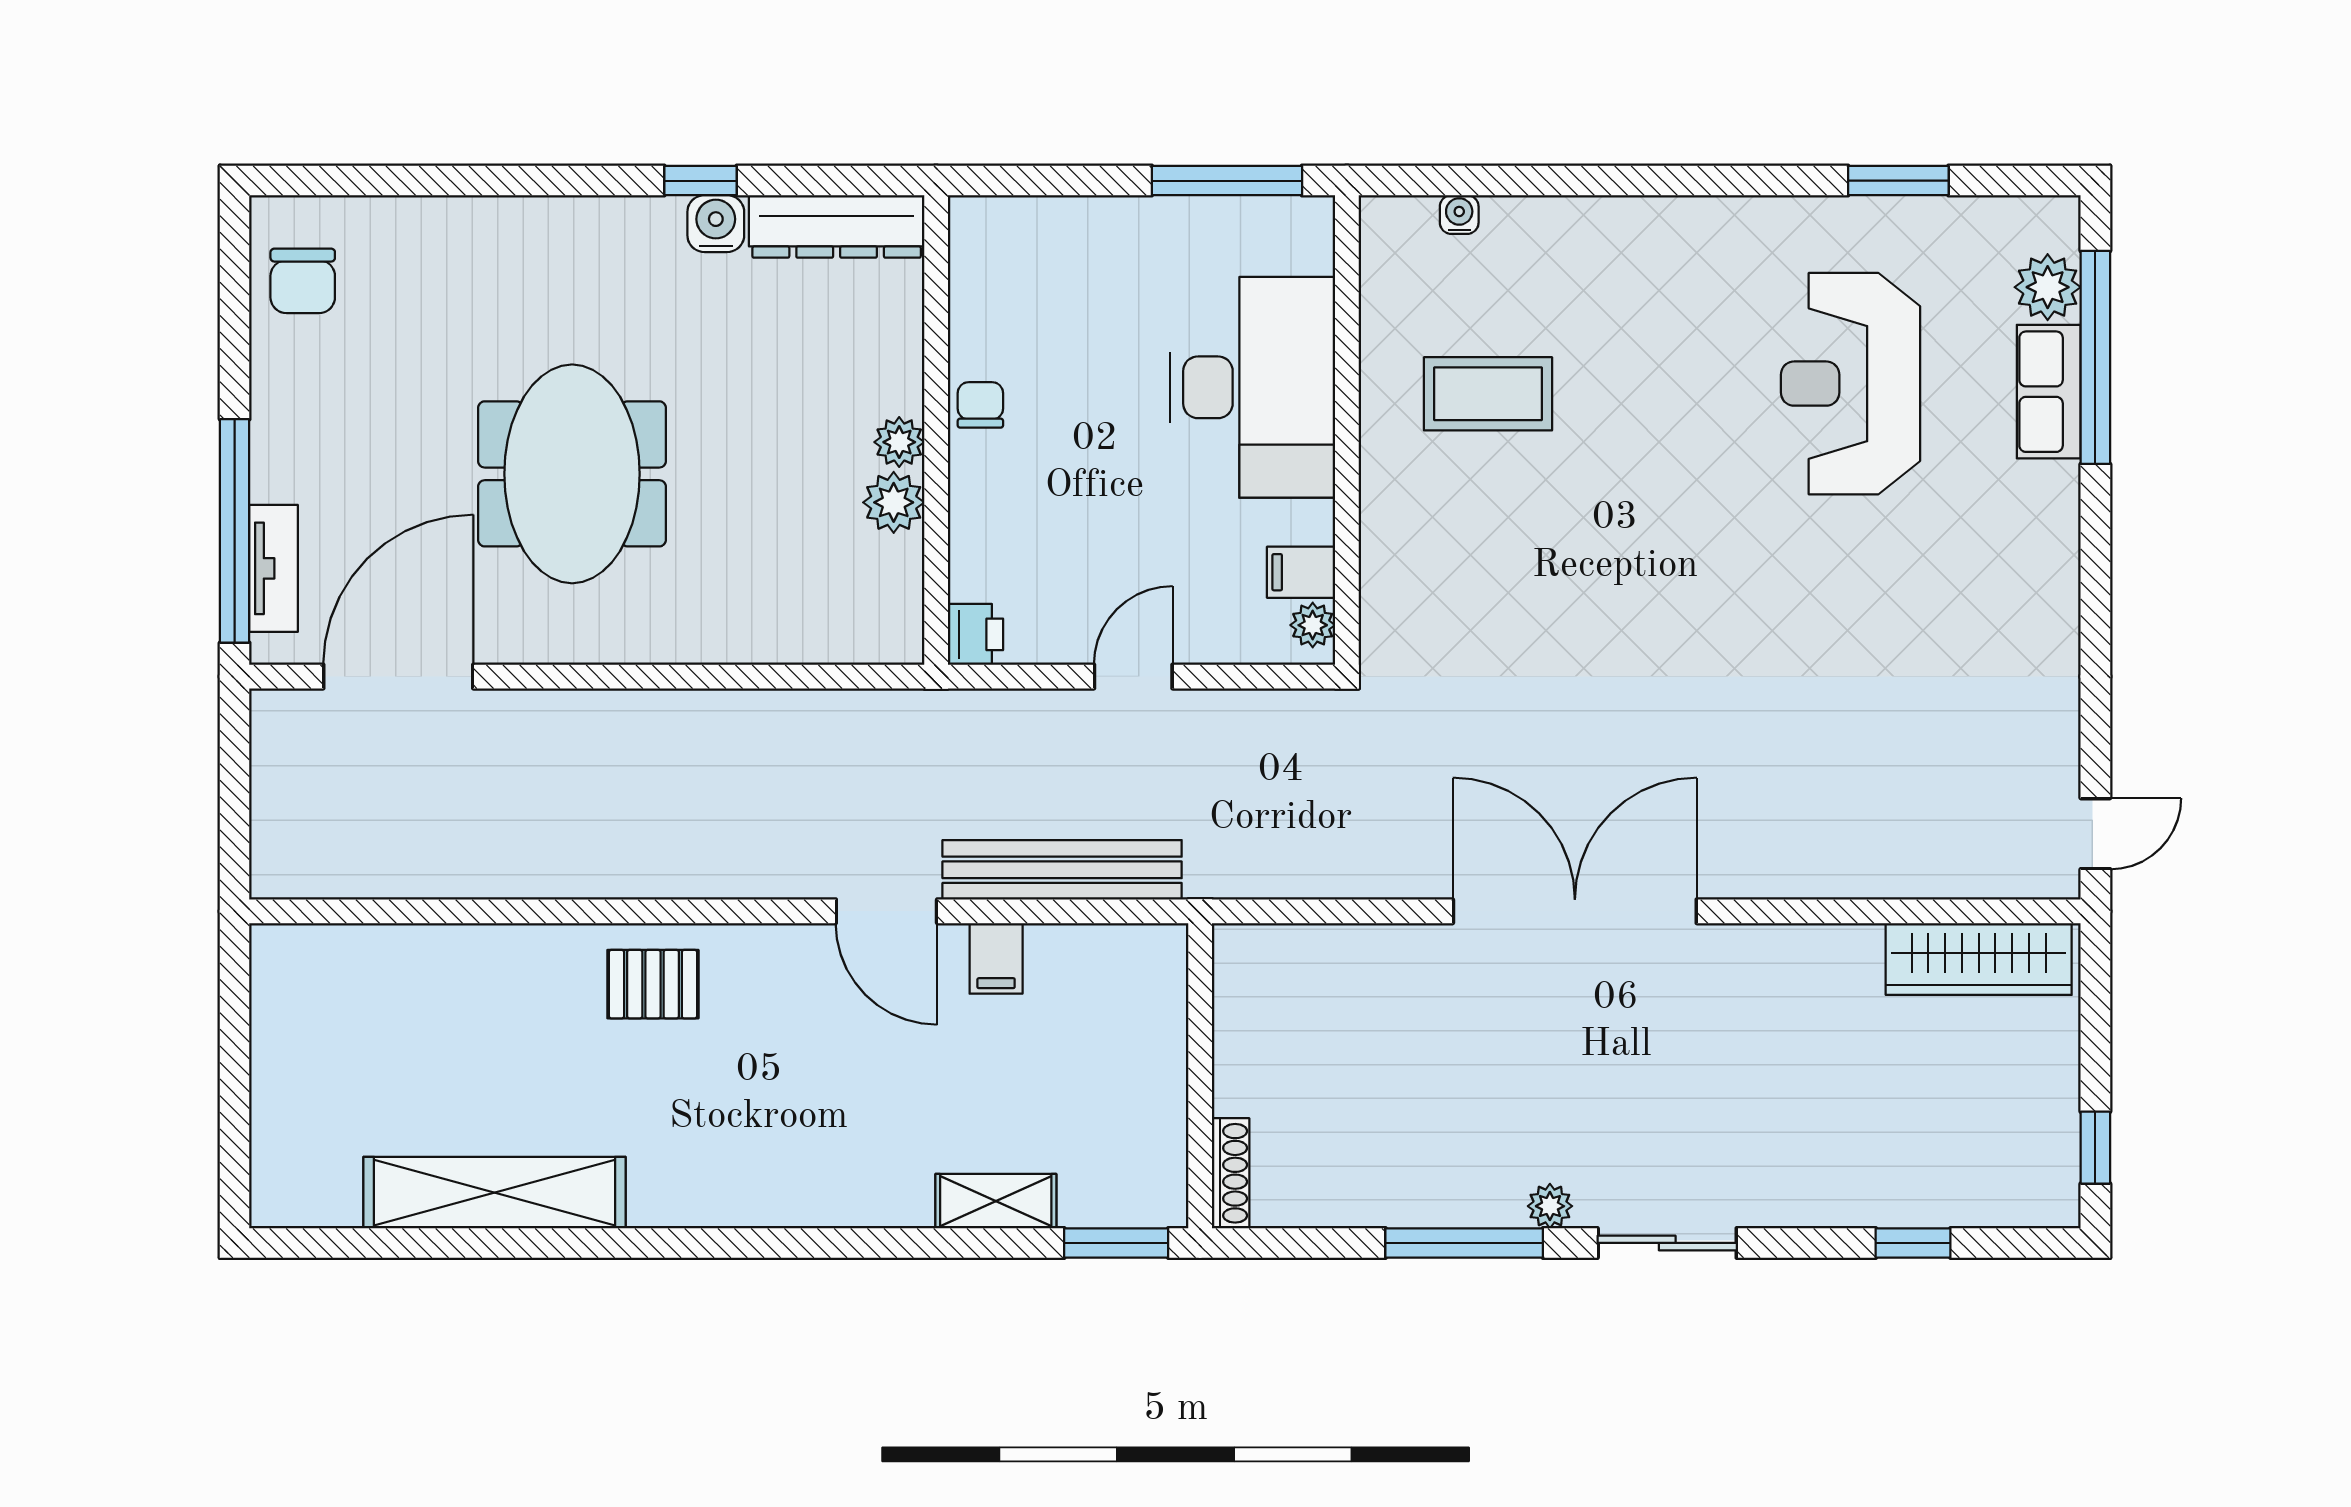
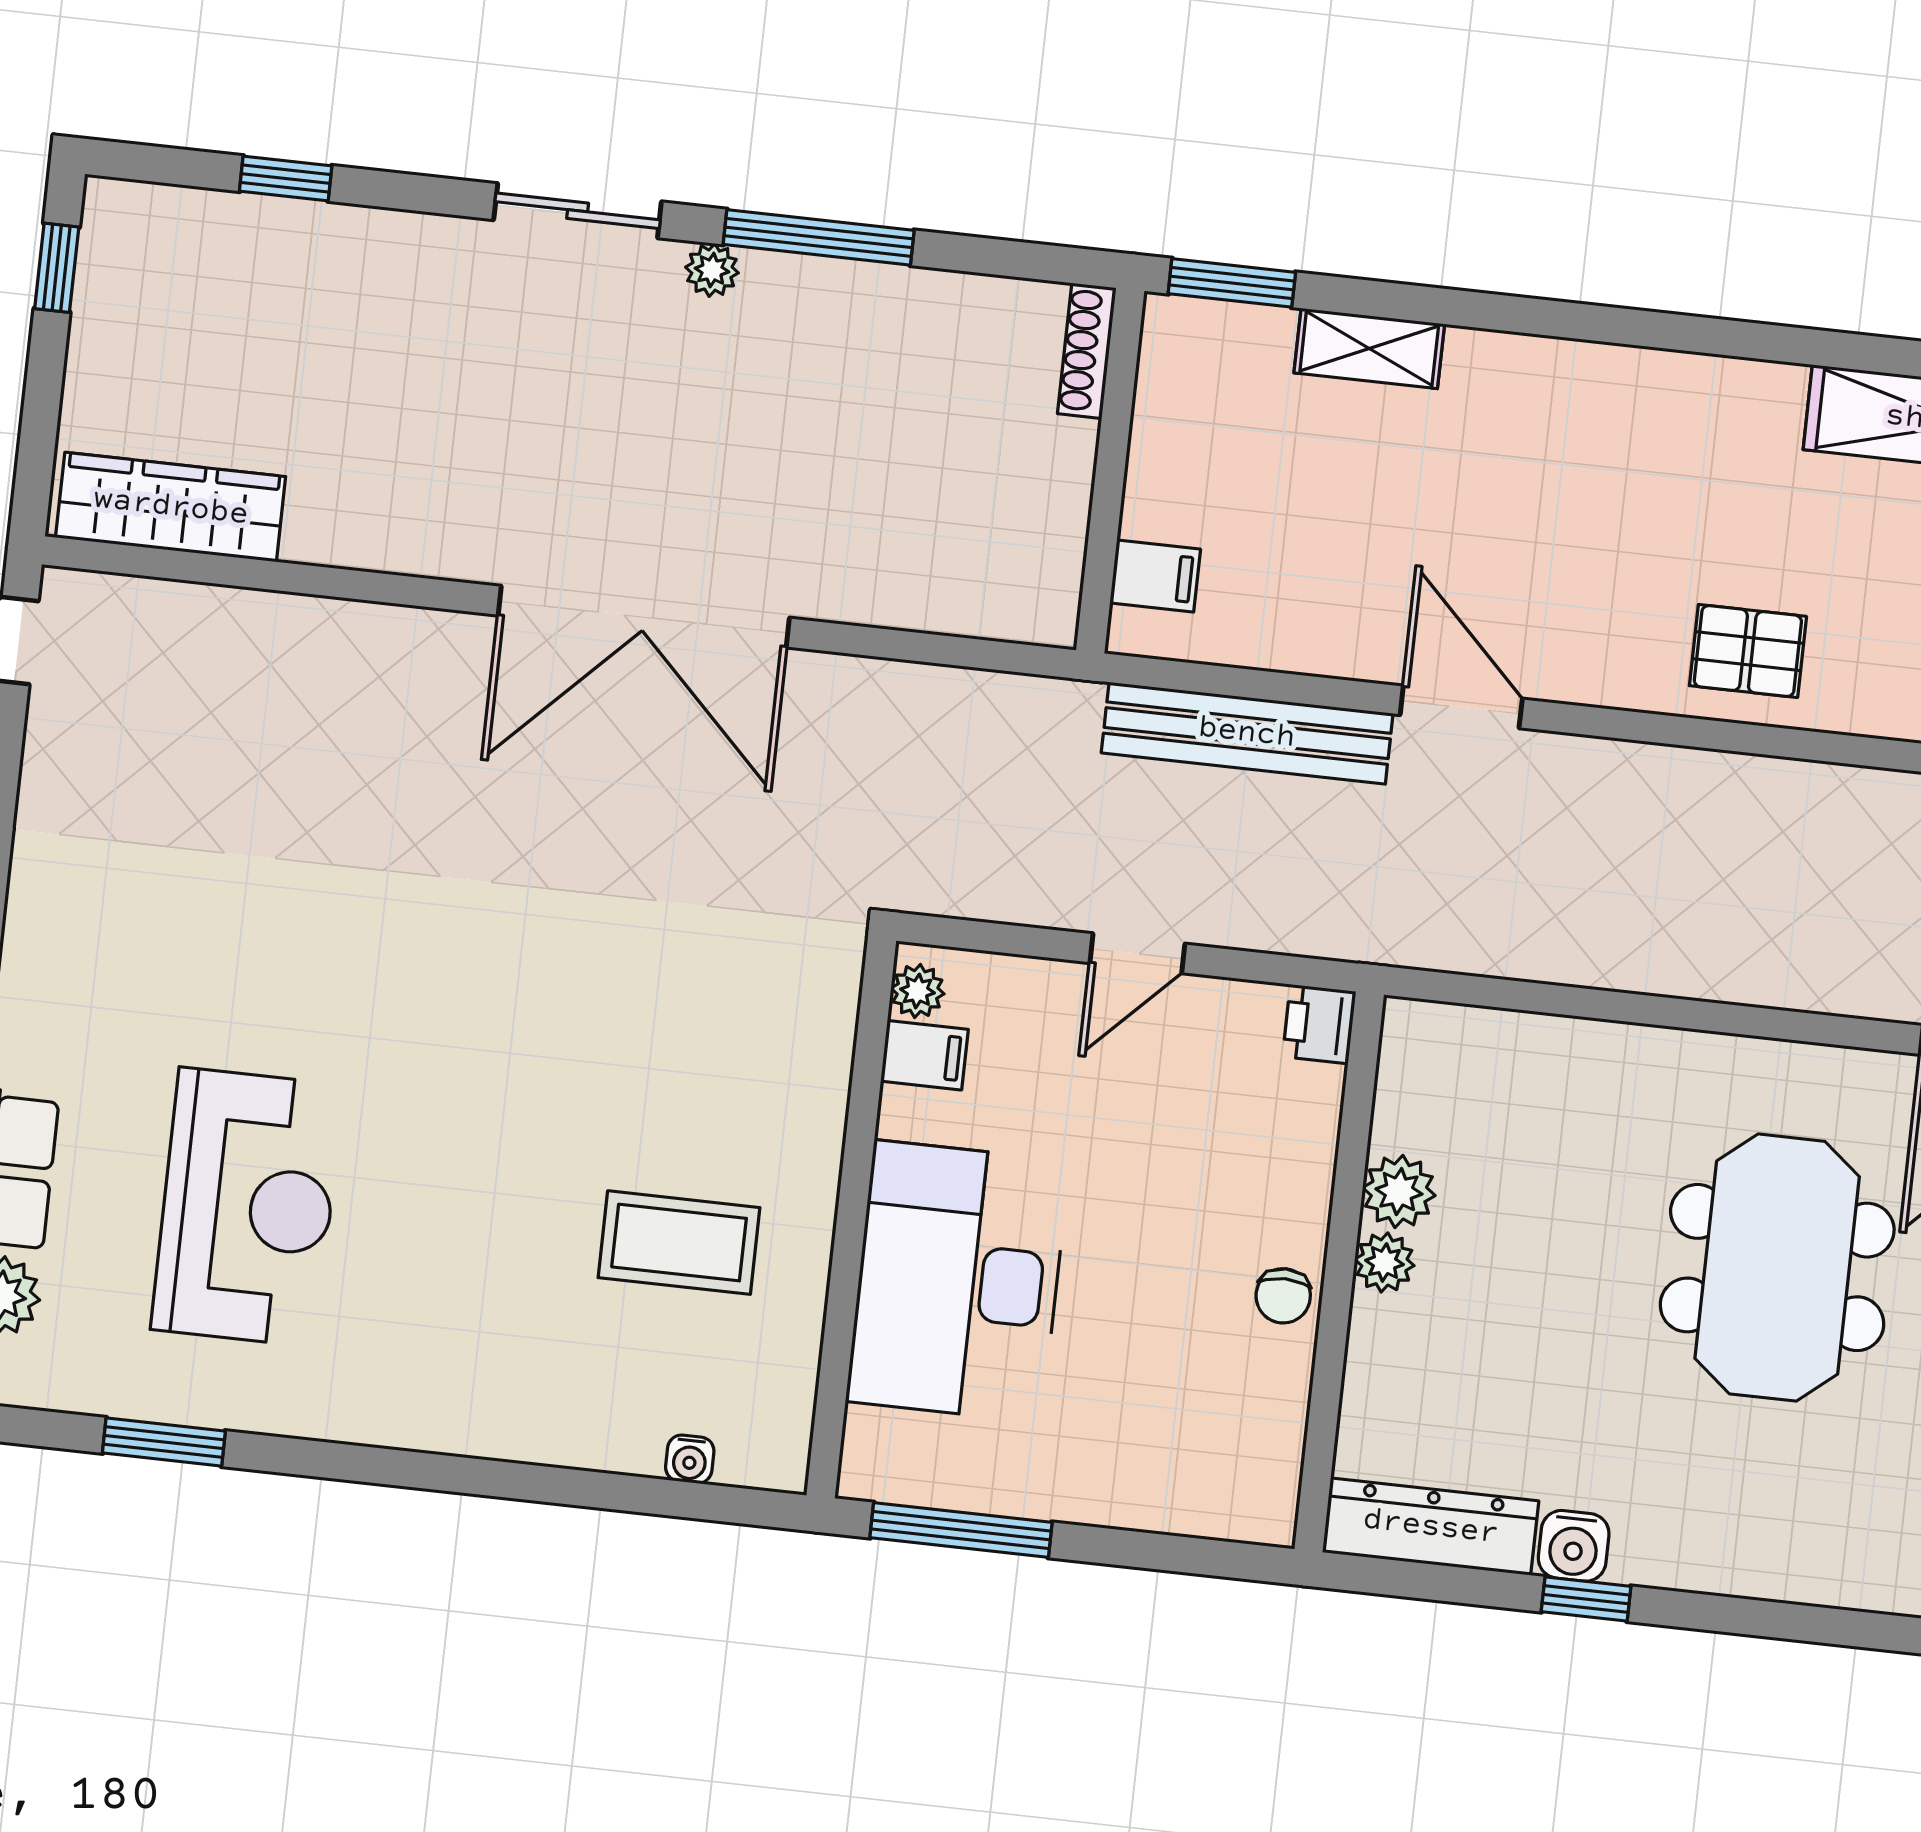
filing cabinet: (996, 958) -> (1155, 576), moved, turned 90

